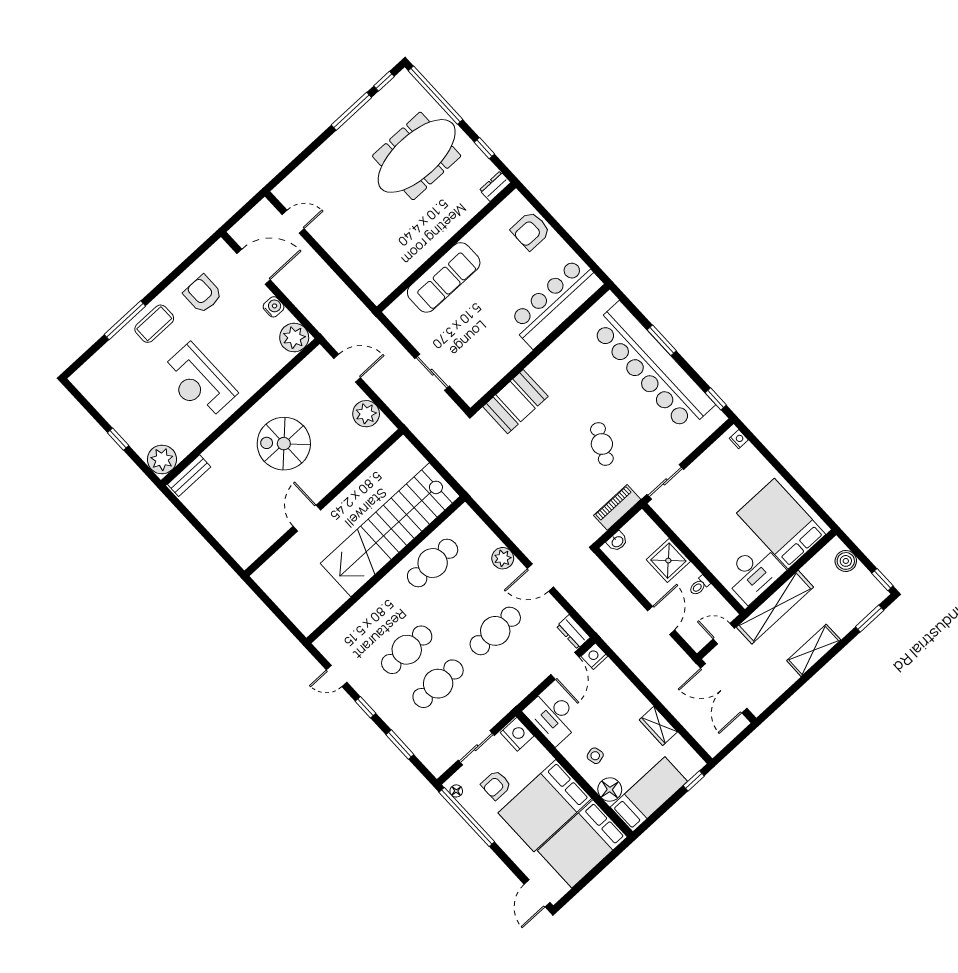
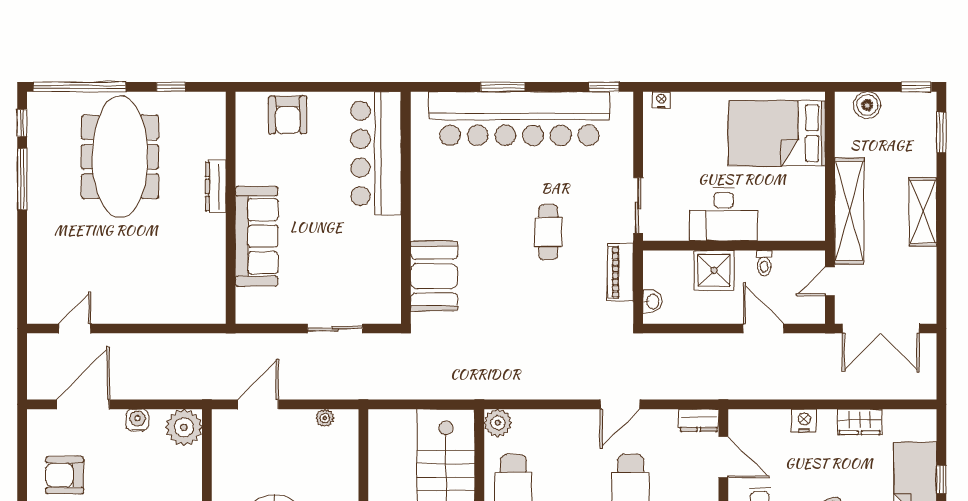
dresser: (495, 186) -> (216, 186), moved, width x1.44
plant: (366, 414) -> (325, 418), width x0.53, depth x0.53
cafe table: (602, 444) -> (548, 232), turned 62
plant: (503, 558) -> (498, 423), moved
desk: (754, 573) -> (724, 214), moved, turned 90
nightstand: (594, 656) -> (804, 421), moved, turned 90
window: (694, 781) -> (941, 479), moved

